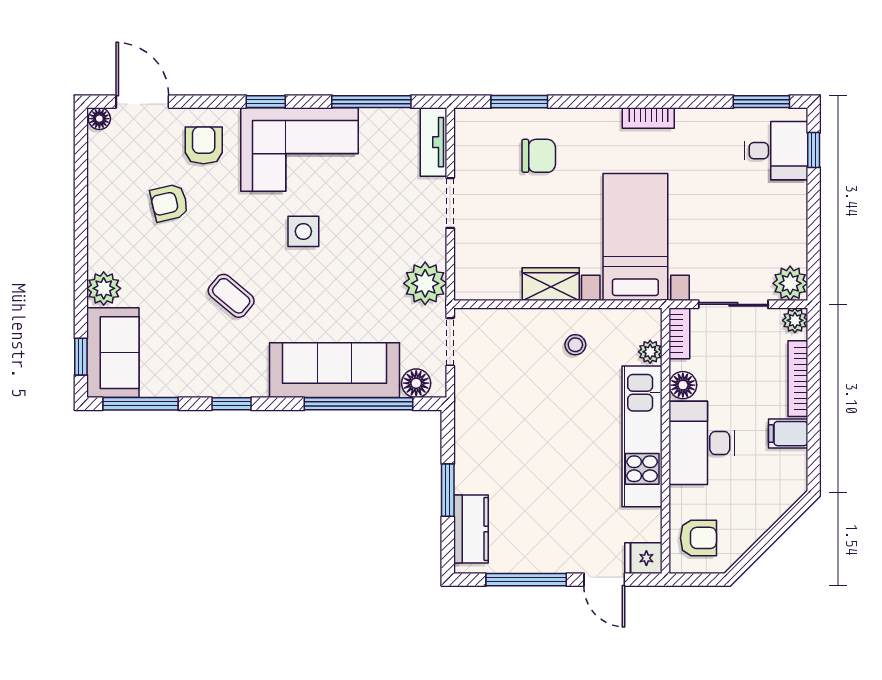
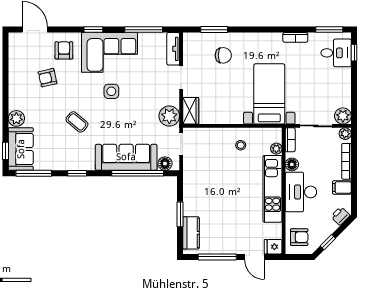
bookcase: (648, 118) -> (295, 37), moved
floor lamp: (99, 119) -> (14, 38), removed
wardrobe: (551, 284) -> (191, 111), moved, turned 90
printer: (785, 493) -> (340, 216), added
window: (758, 548) -> (328, 242), added

